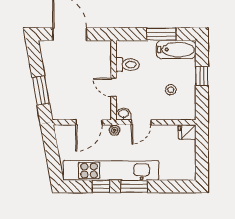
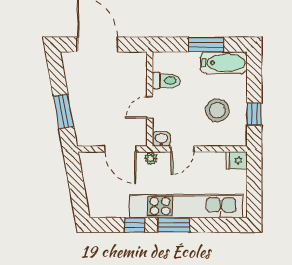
window: (202, 76) -> (254, 114), moved
door: (114, 87) -> (150, 108), hinge flipped
stool: (171, 90) -> (217, 110), width x1.89, depth x1.89
door: (89, 122) -> (120, 149), hinge flipped
kitchen unit: (111, 170) -> (186, 206), moved

